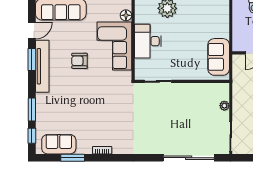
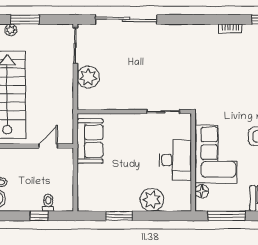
plant: (224, 106) -> (88, 77), width x1.88, depth x1.88

